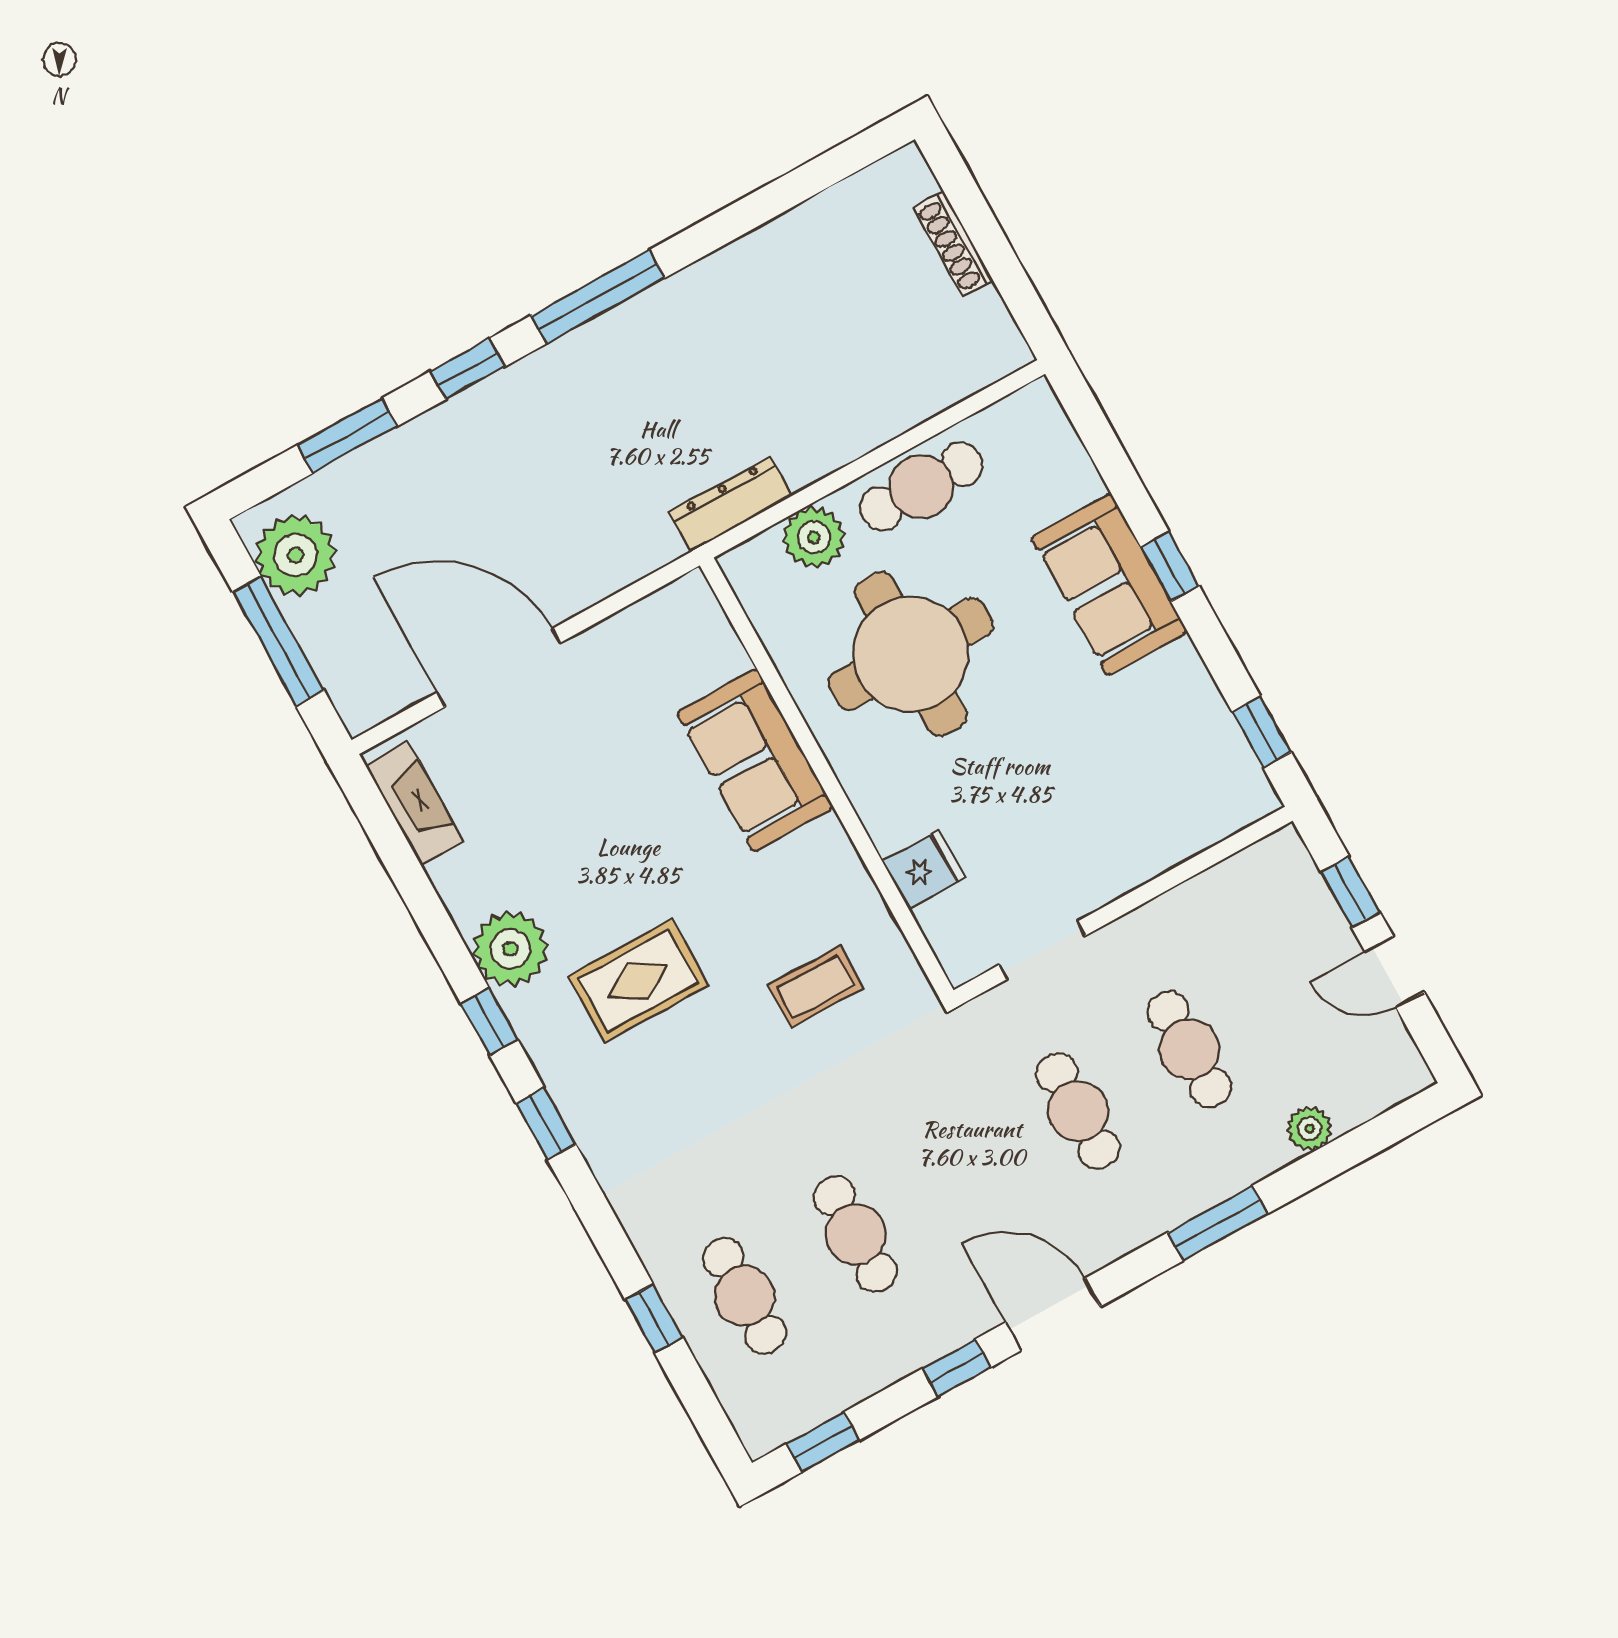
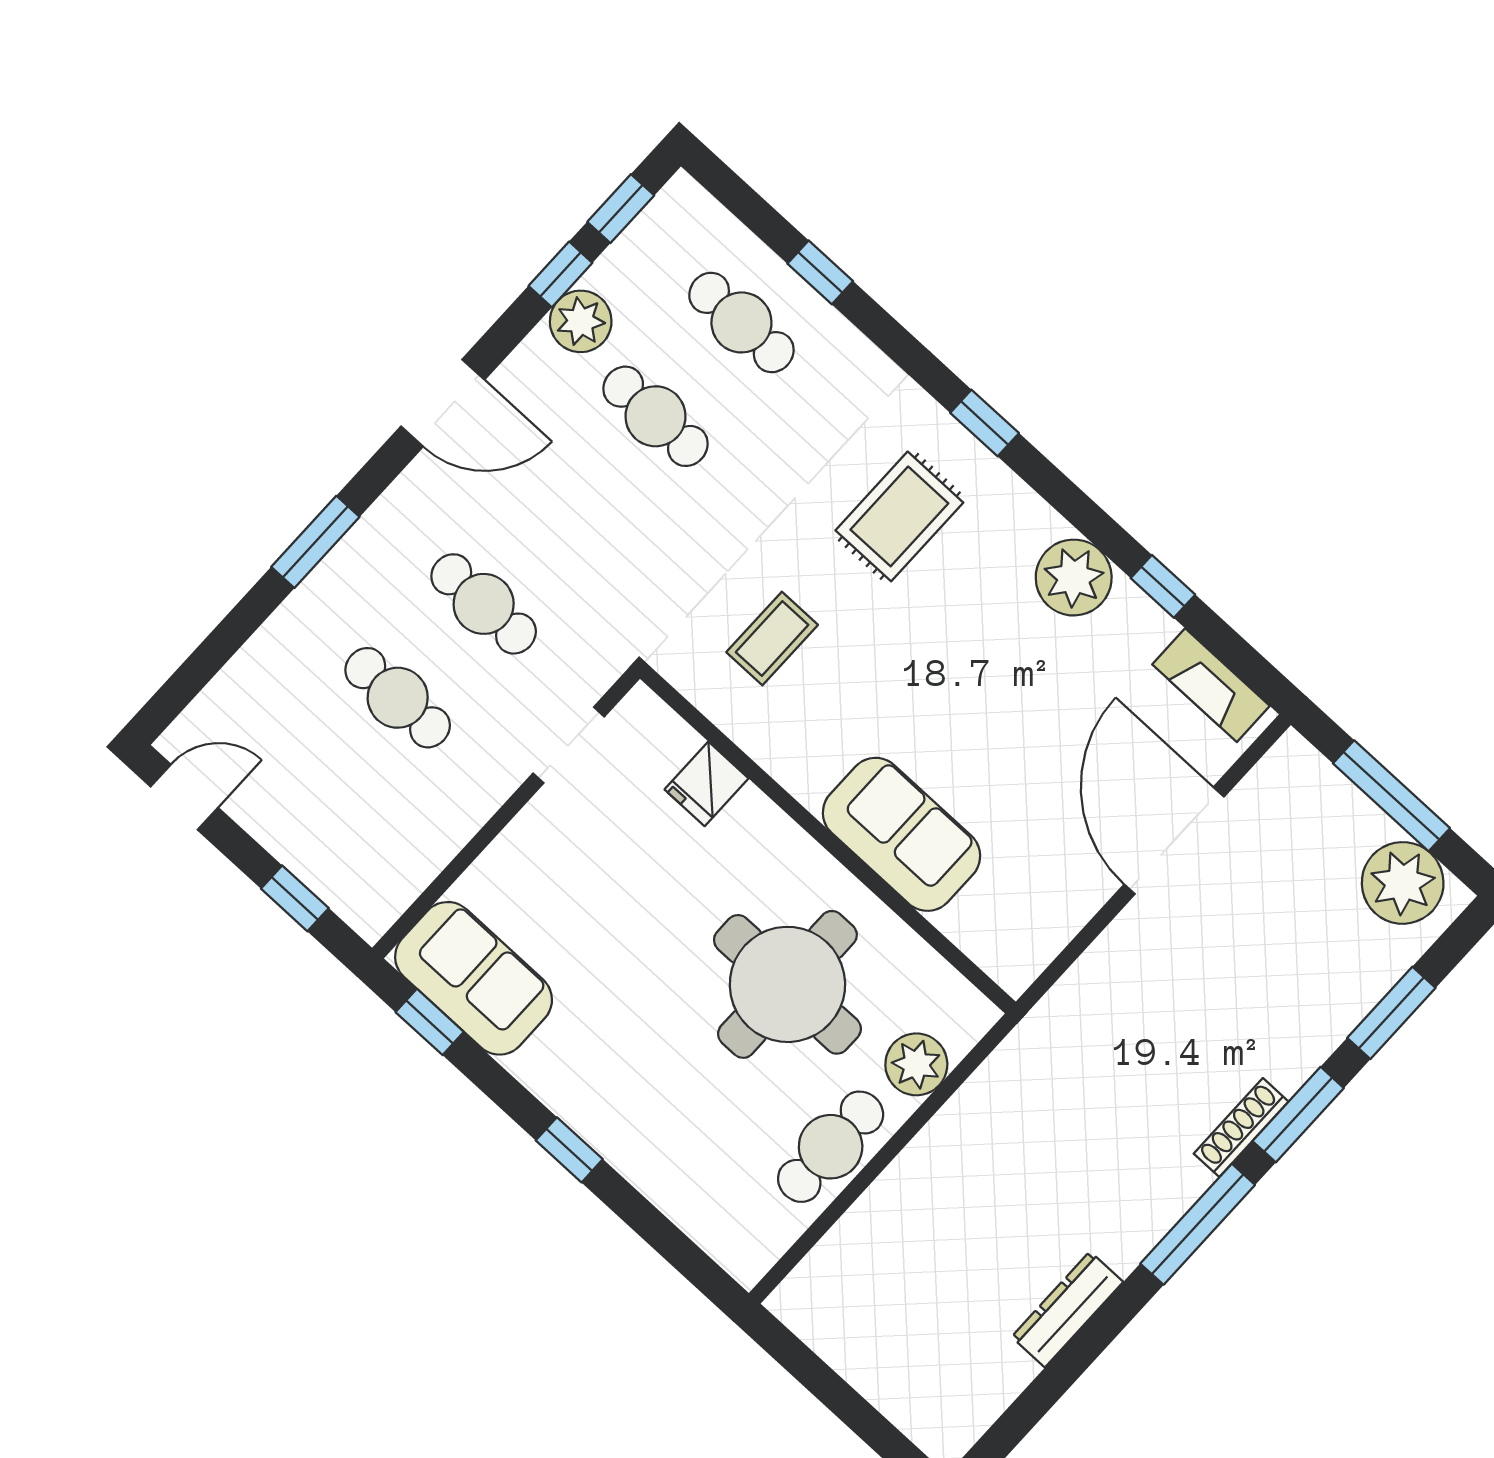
shoe rack: (953, 244) -> (1241, 1128), moved, turned -90
window: (468, 369) -> (1298, 1115), width x1.50
dresser: (731, 504) -> (1067, 1309), moved, turned 180
sofa: (1109, 584) -> (474, 978), moved
door: (499, 668) -> (1174, 841), swing flipped
door: (1395, 972) -> (184, 797), moved
rug: (638, 981) -> (899, 516), moved
window: (489, 1022) -> (1163, 586), moved
plant: (1309, 1129) -> (581, 321), moved, width x1.38, depth x1.38
window: (957, 1368) -> (560, 274), moved

